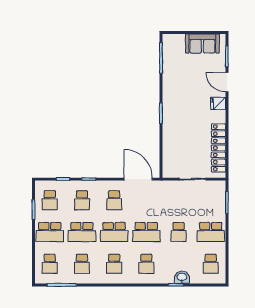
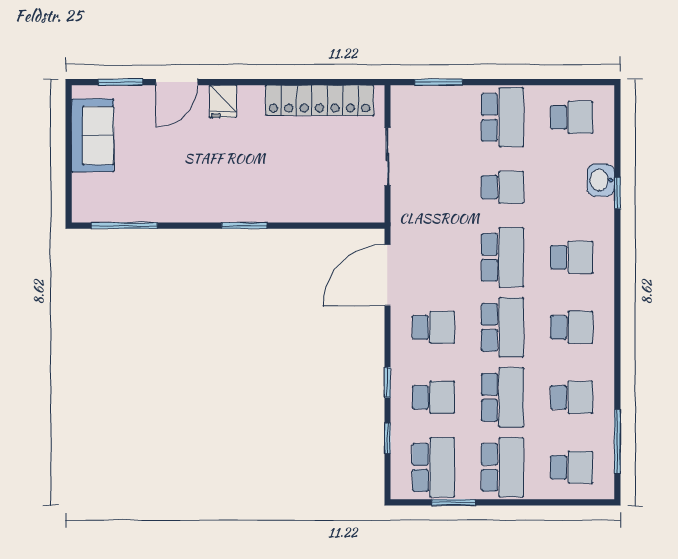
school desk: (50, 200) -> (433, 467), width x1.85

